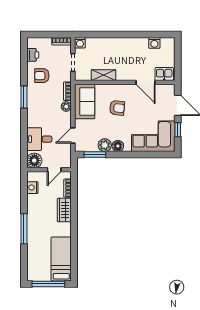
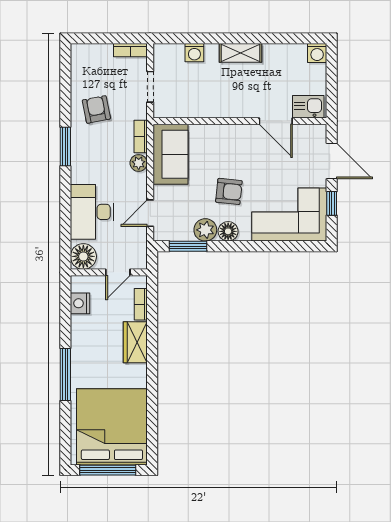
washing machine: (80, 43) -> (194, 53), moved
washing machine: (154, 43) -> (317, 53), moved
printer: (33, 55) -> (81, 74), removed
shelving: (103, 75) -> (241, 53), moved
armchair: (42, 76) -> (96, 109), turned 79
armchair: (117, 108) -> (229, 191), moved
desk: (39, 139) -> (92, 212), width x1.37
bed: (61, 259) -> (112, 427), width x2.04

